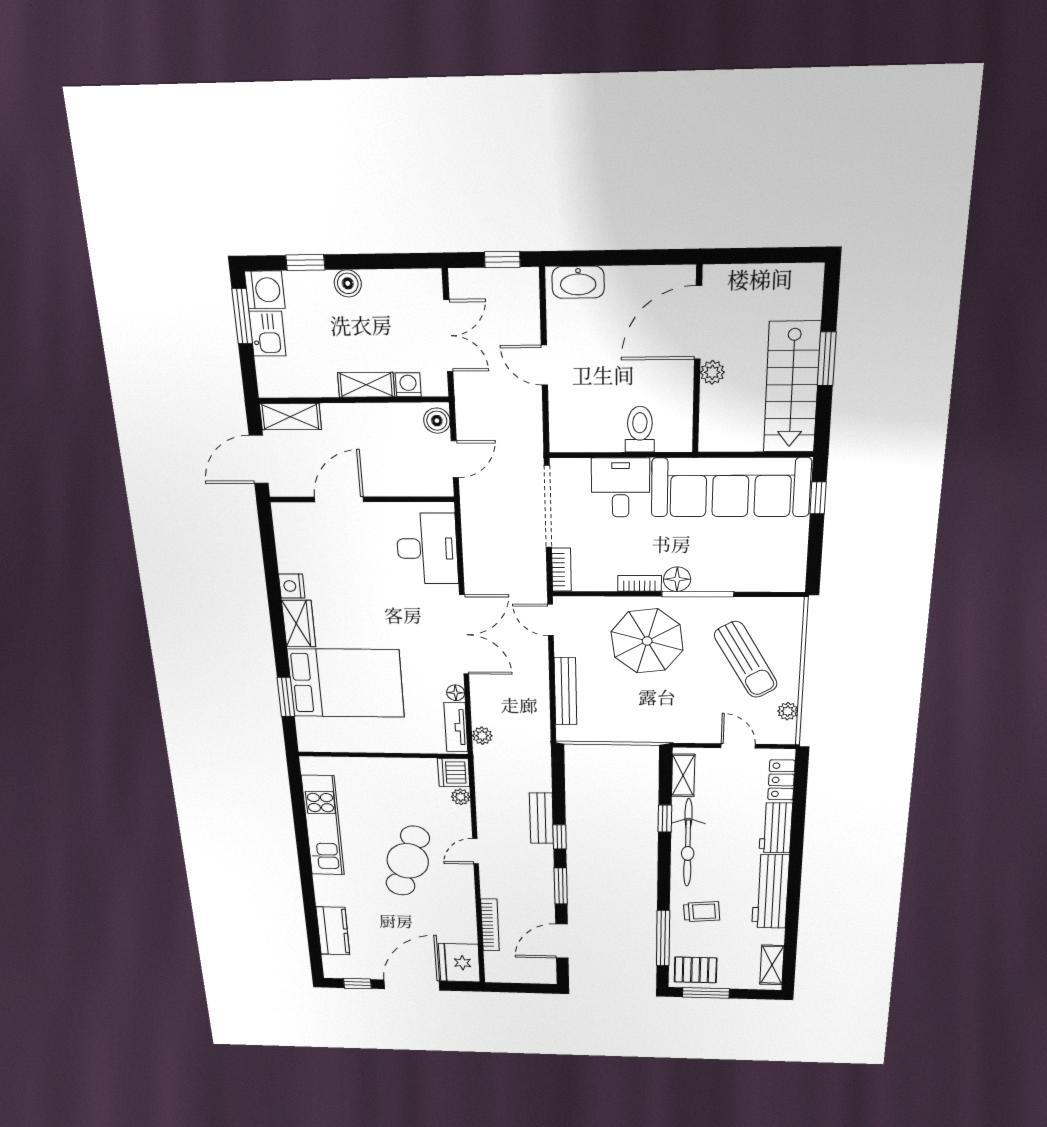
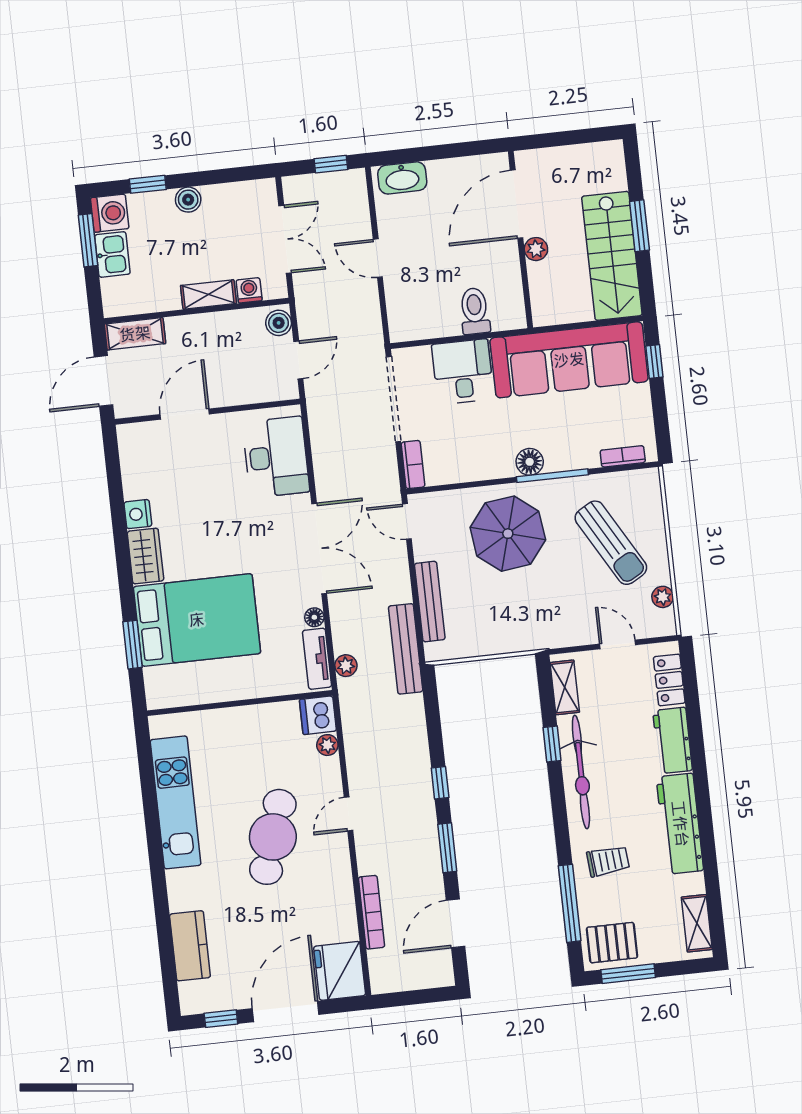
bookcase: (640, 583) -> (623, 456), moved
bench: (541, 818) -> (406, 649), moved, width x1.36

